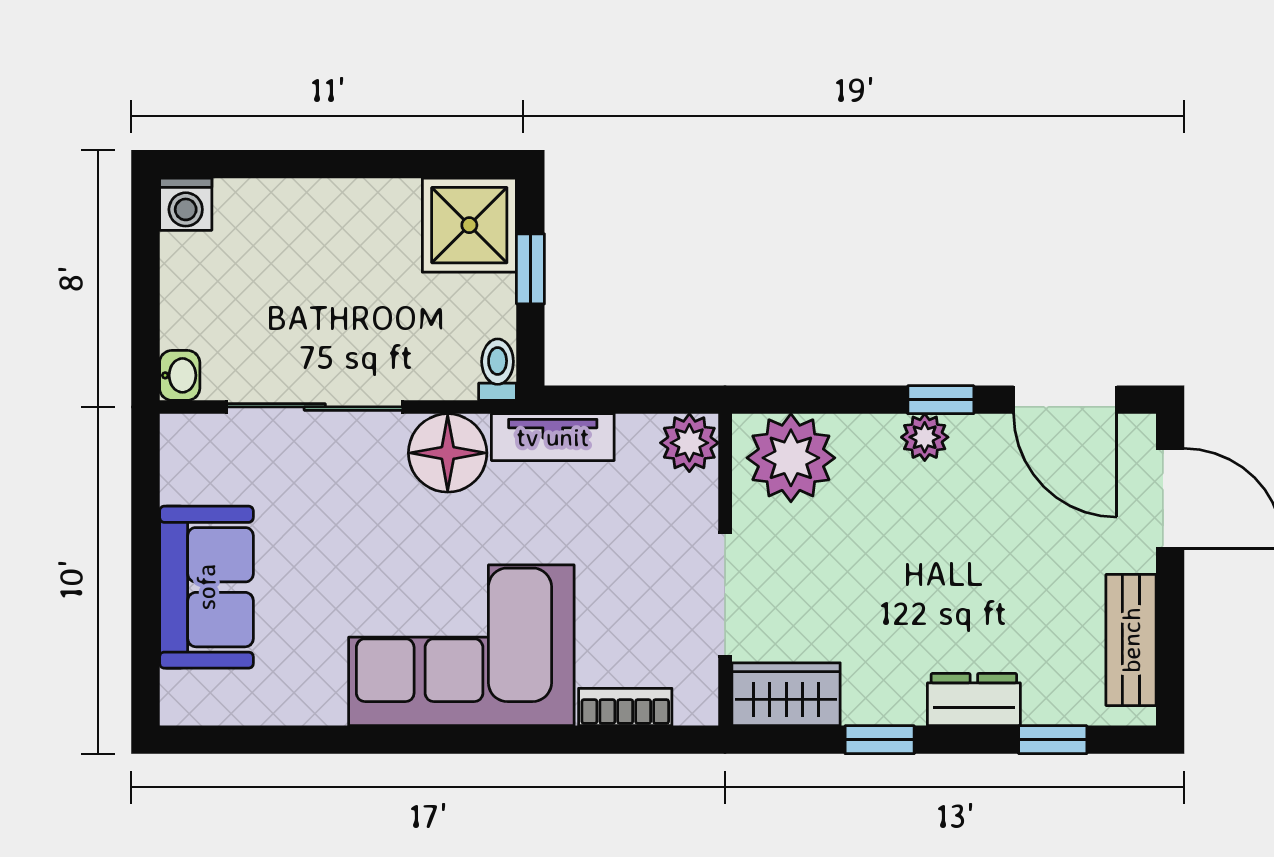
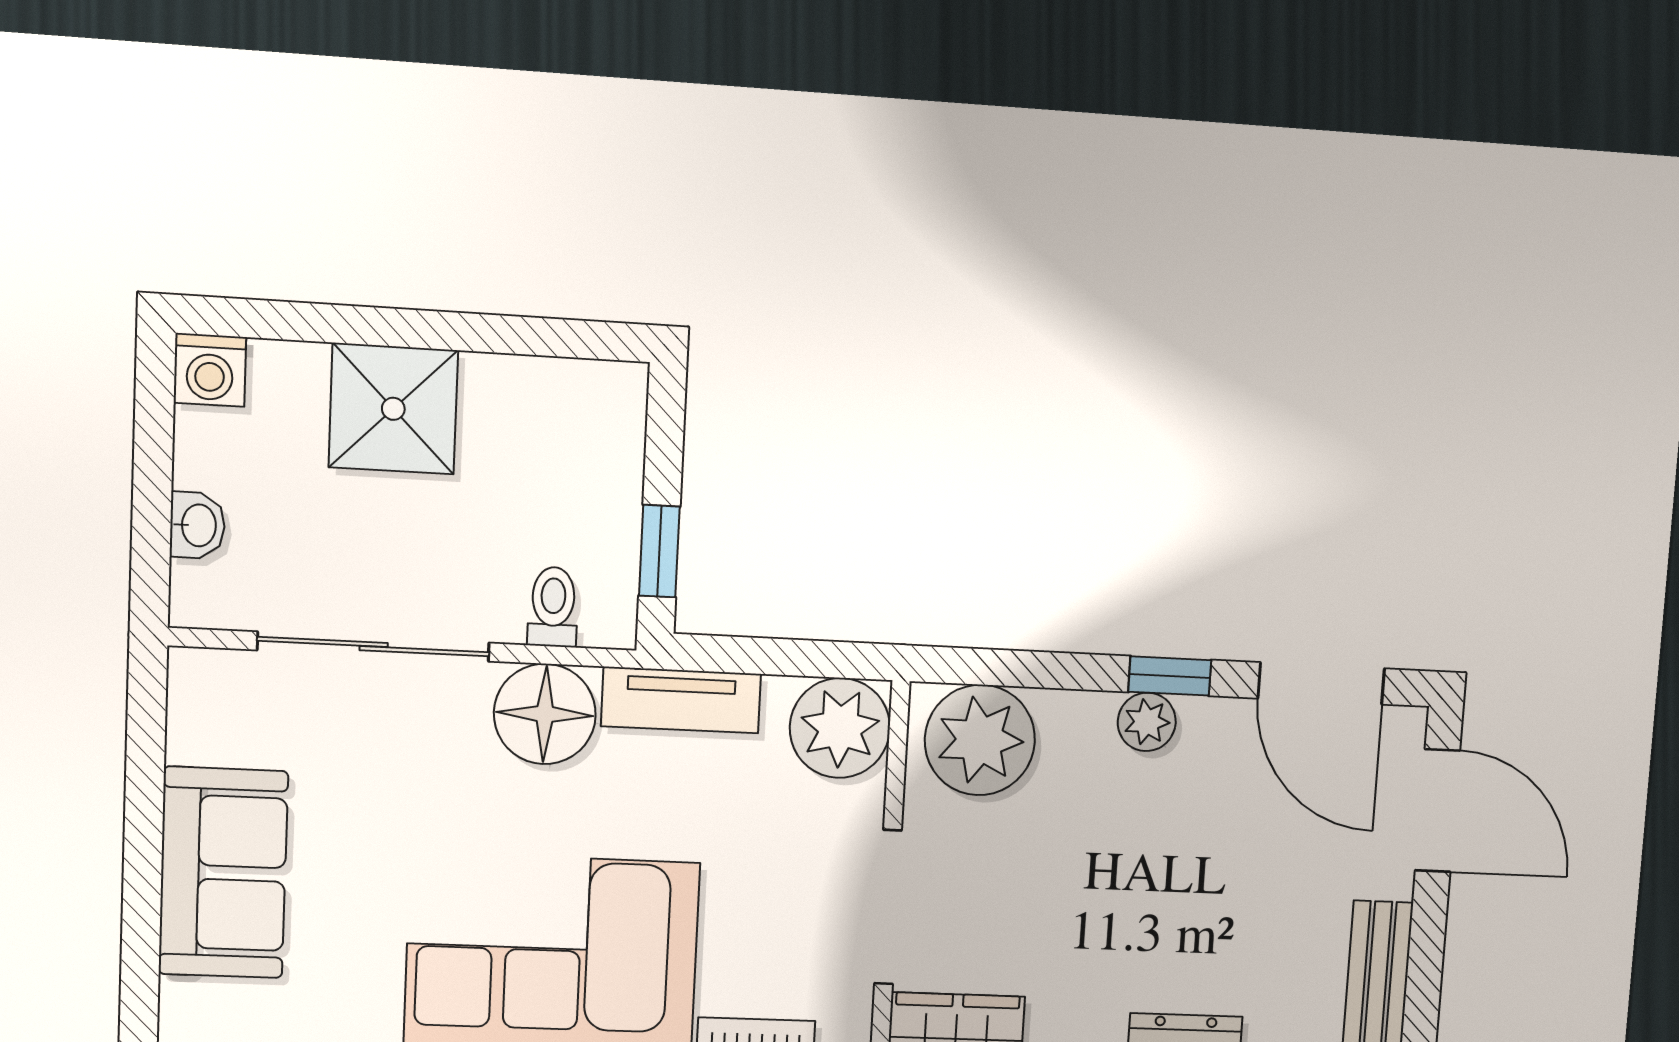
shower: (469, 225) -> (393, 409), moved
window: (530, 269) -> (659, 551), moved
toilet: (498, 370) -> (553, 607), moved
washbasin: (180, 375) -> (197, 525), moved
plant: (689, 443) -> (840, 728), width x1.36, depth x1.36

